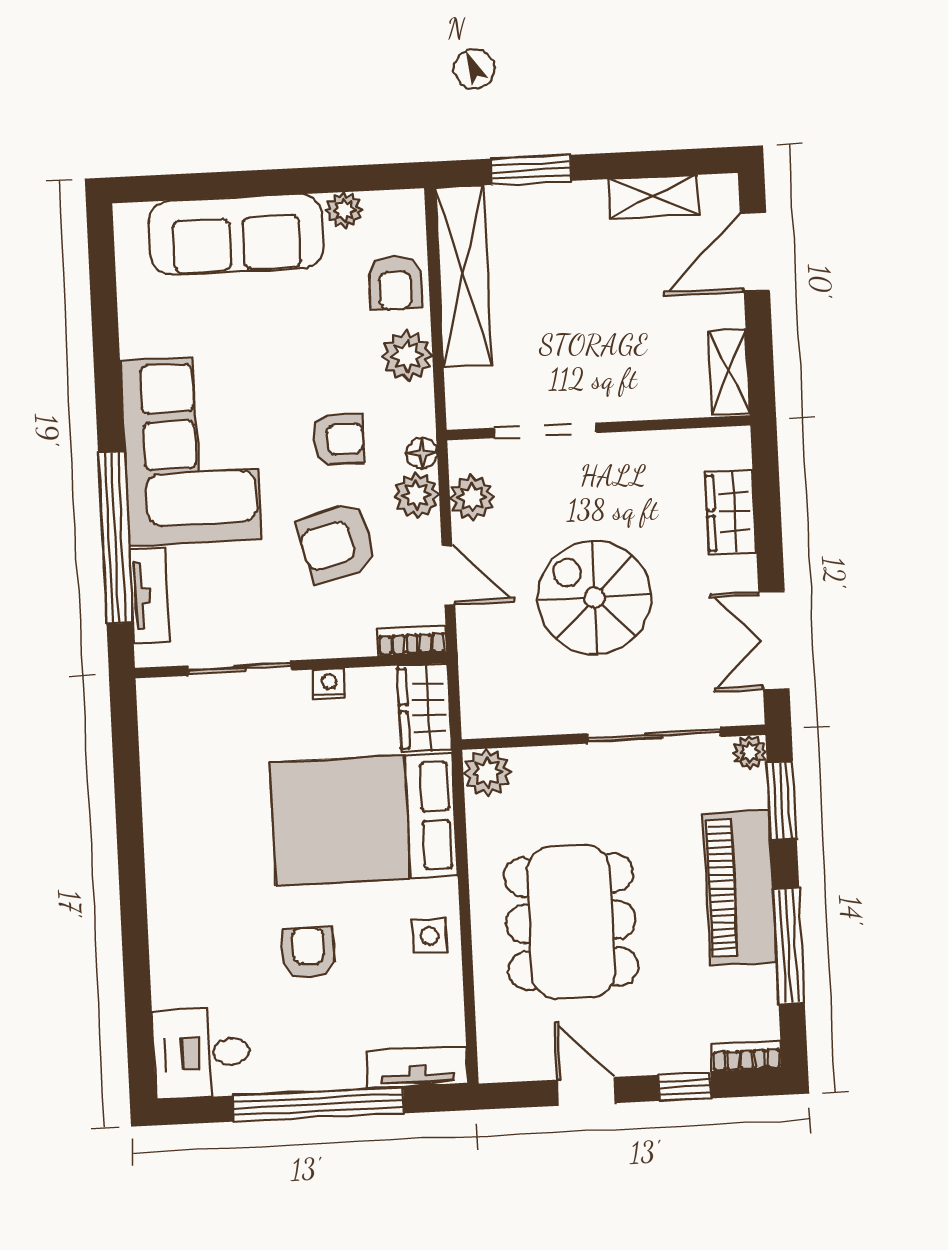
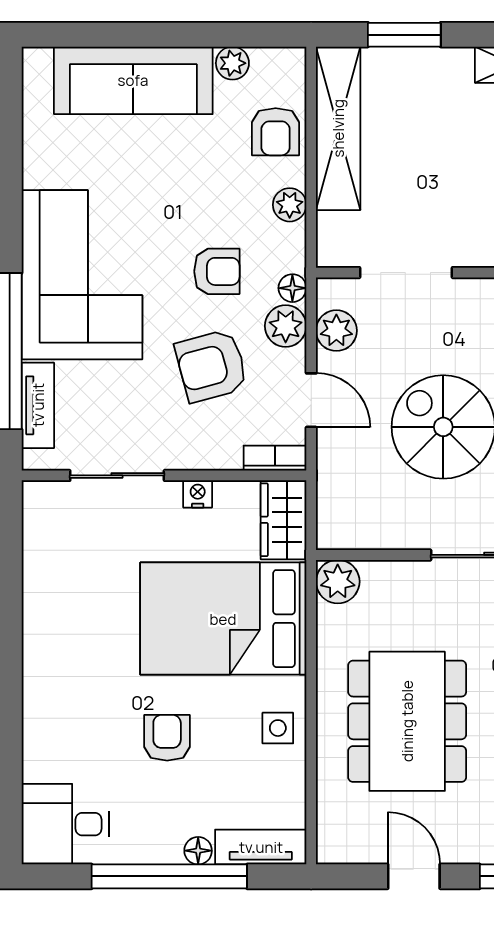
plant: (407, 356) -> (290, 205), width x0.73, depth x0.73
floor lamp: (349, 1075) -> (198, 851), added

